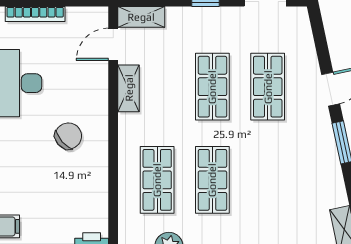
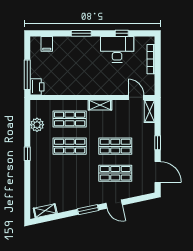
shelving: (129, 88) -> (100, 105), moved
chair: (68, 136) -> (91, 75), removed

